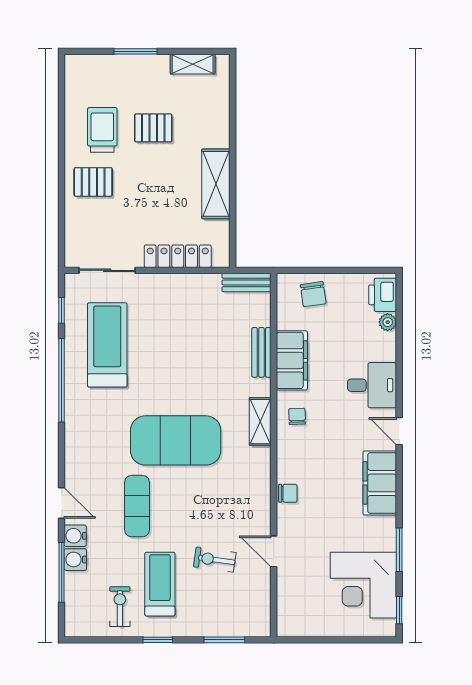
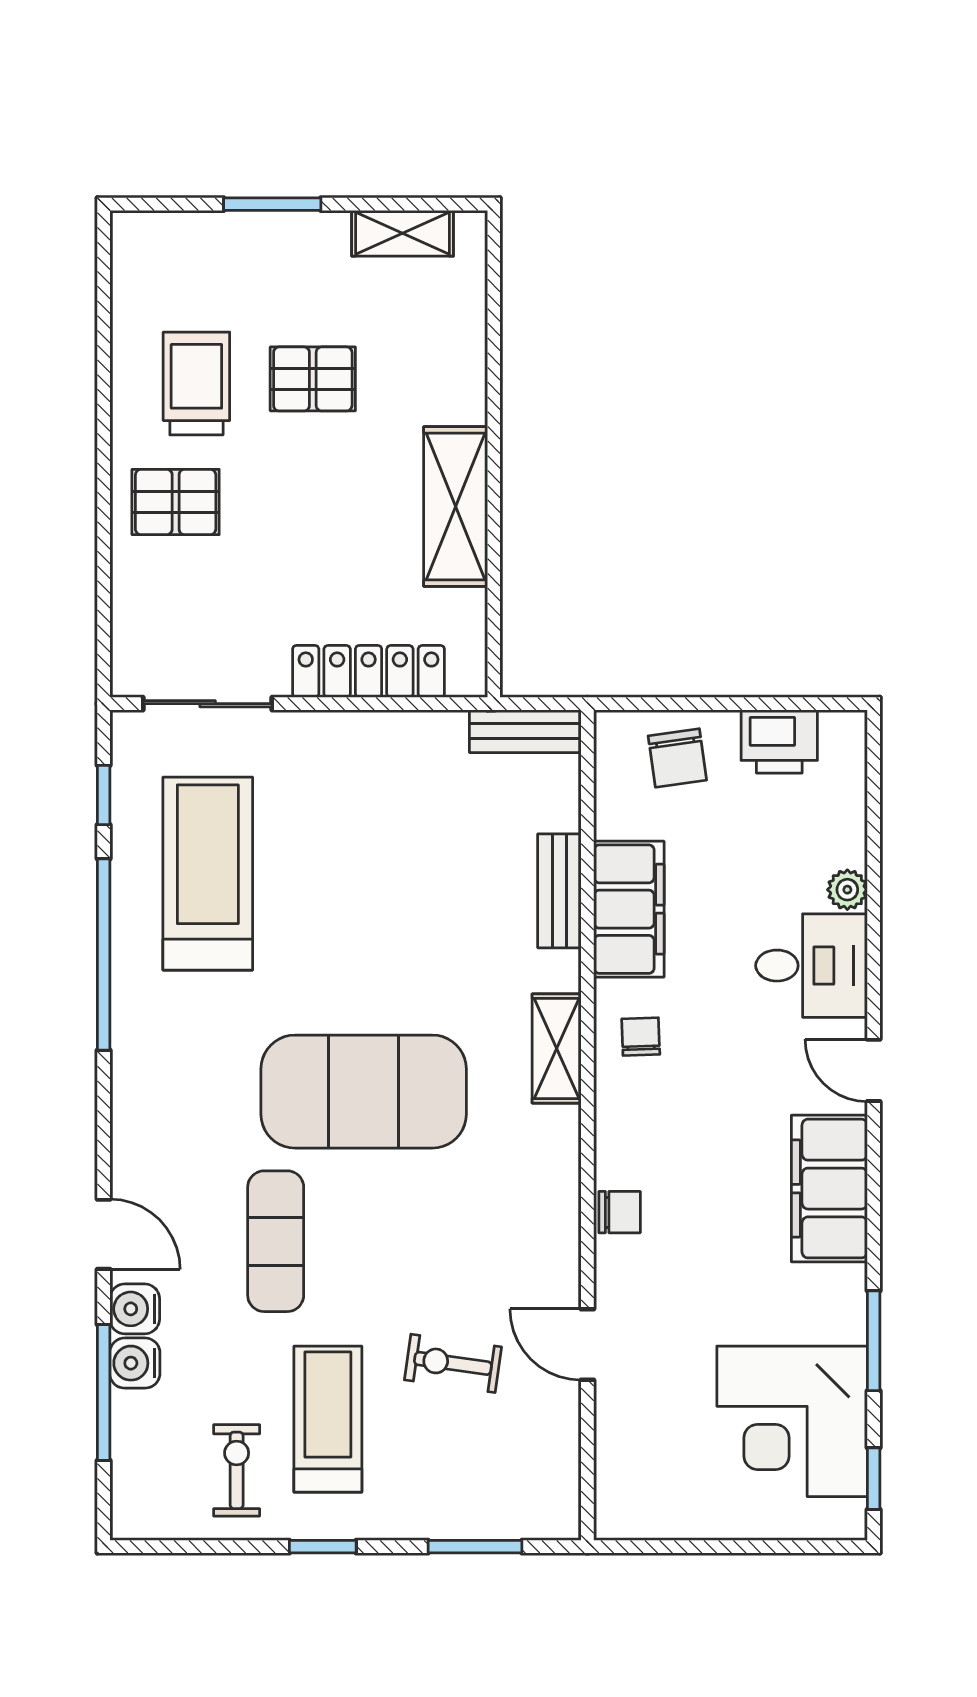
printer: (383, 295) -> (779, 741), moved, turned -90
plant: (388, 322) -> (847, 890), moved

